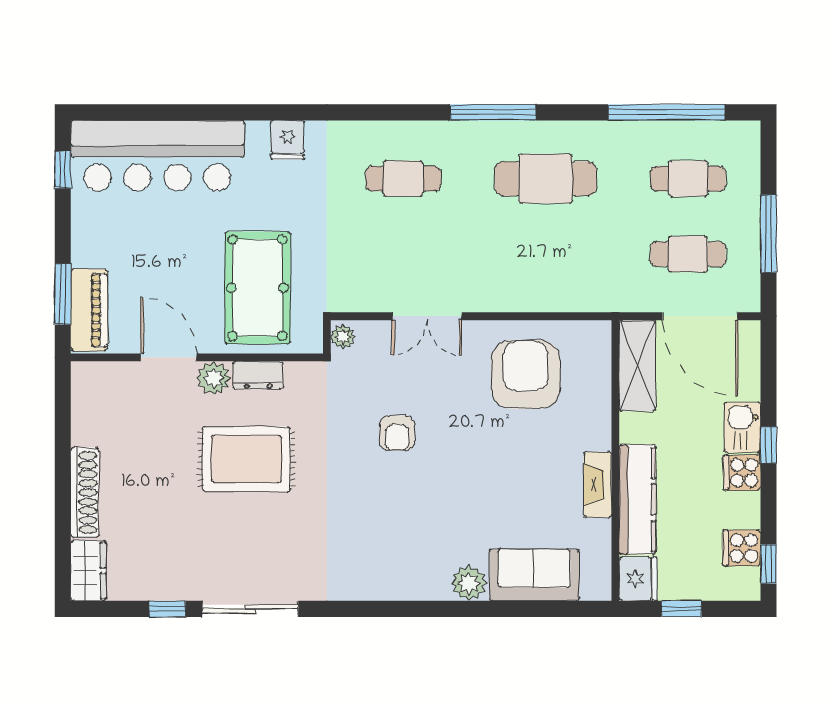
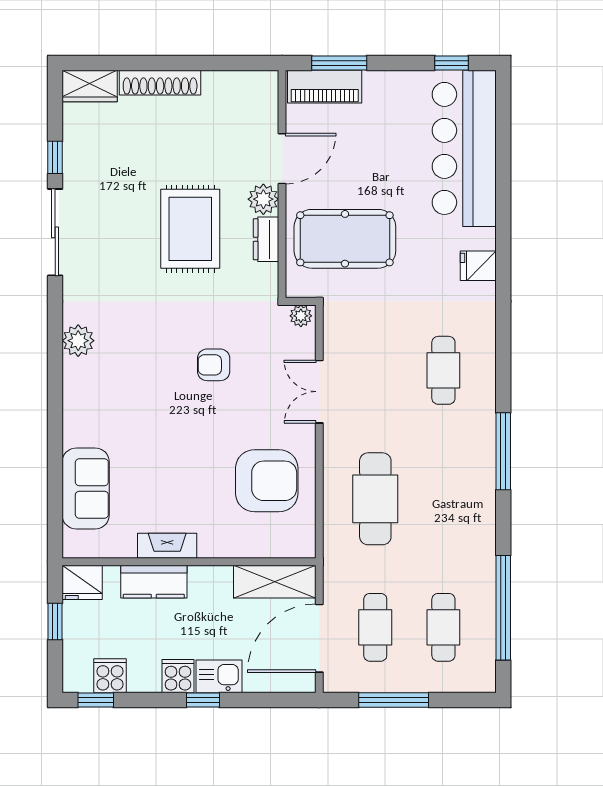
cafe table: (546, 179) -> (375, 499), moved
kitchen counter: (637, 499) -> (154, 582), width x0.67
plant: (469, 583) -> (78, 341), moved

